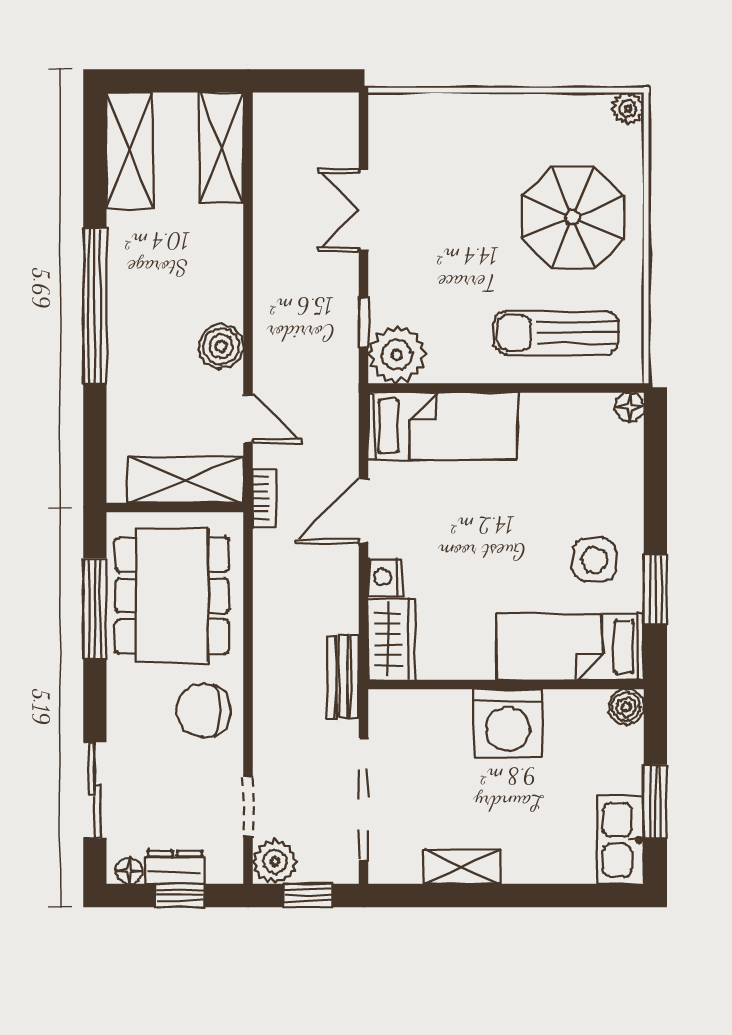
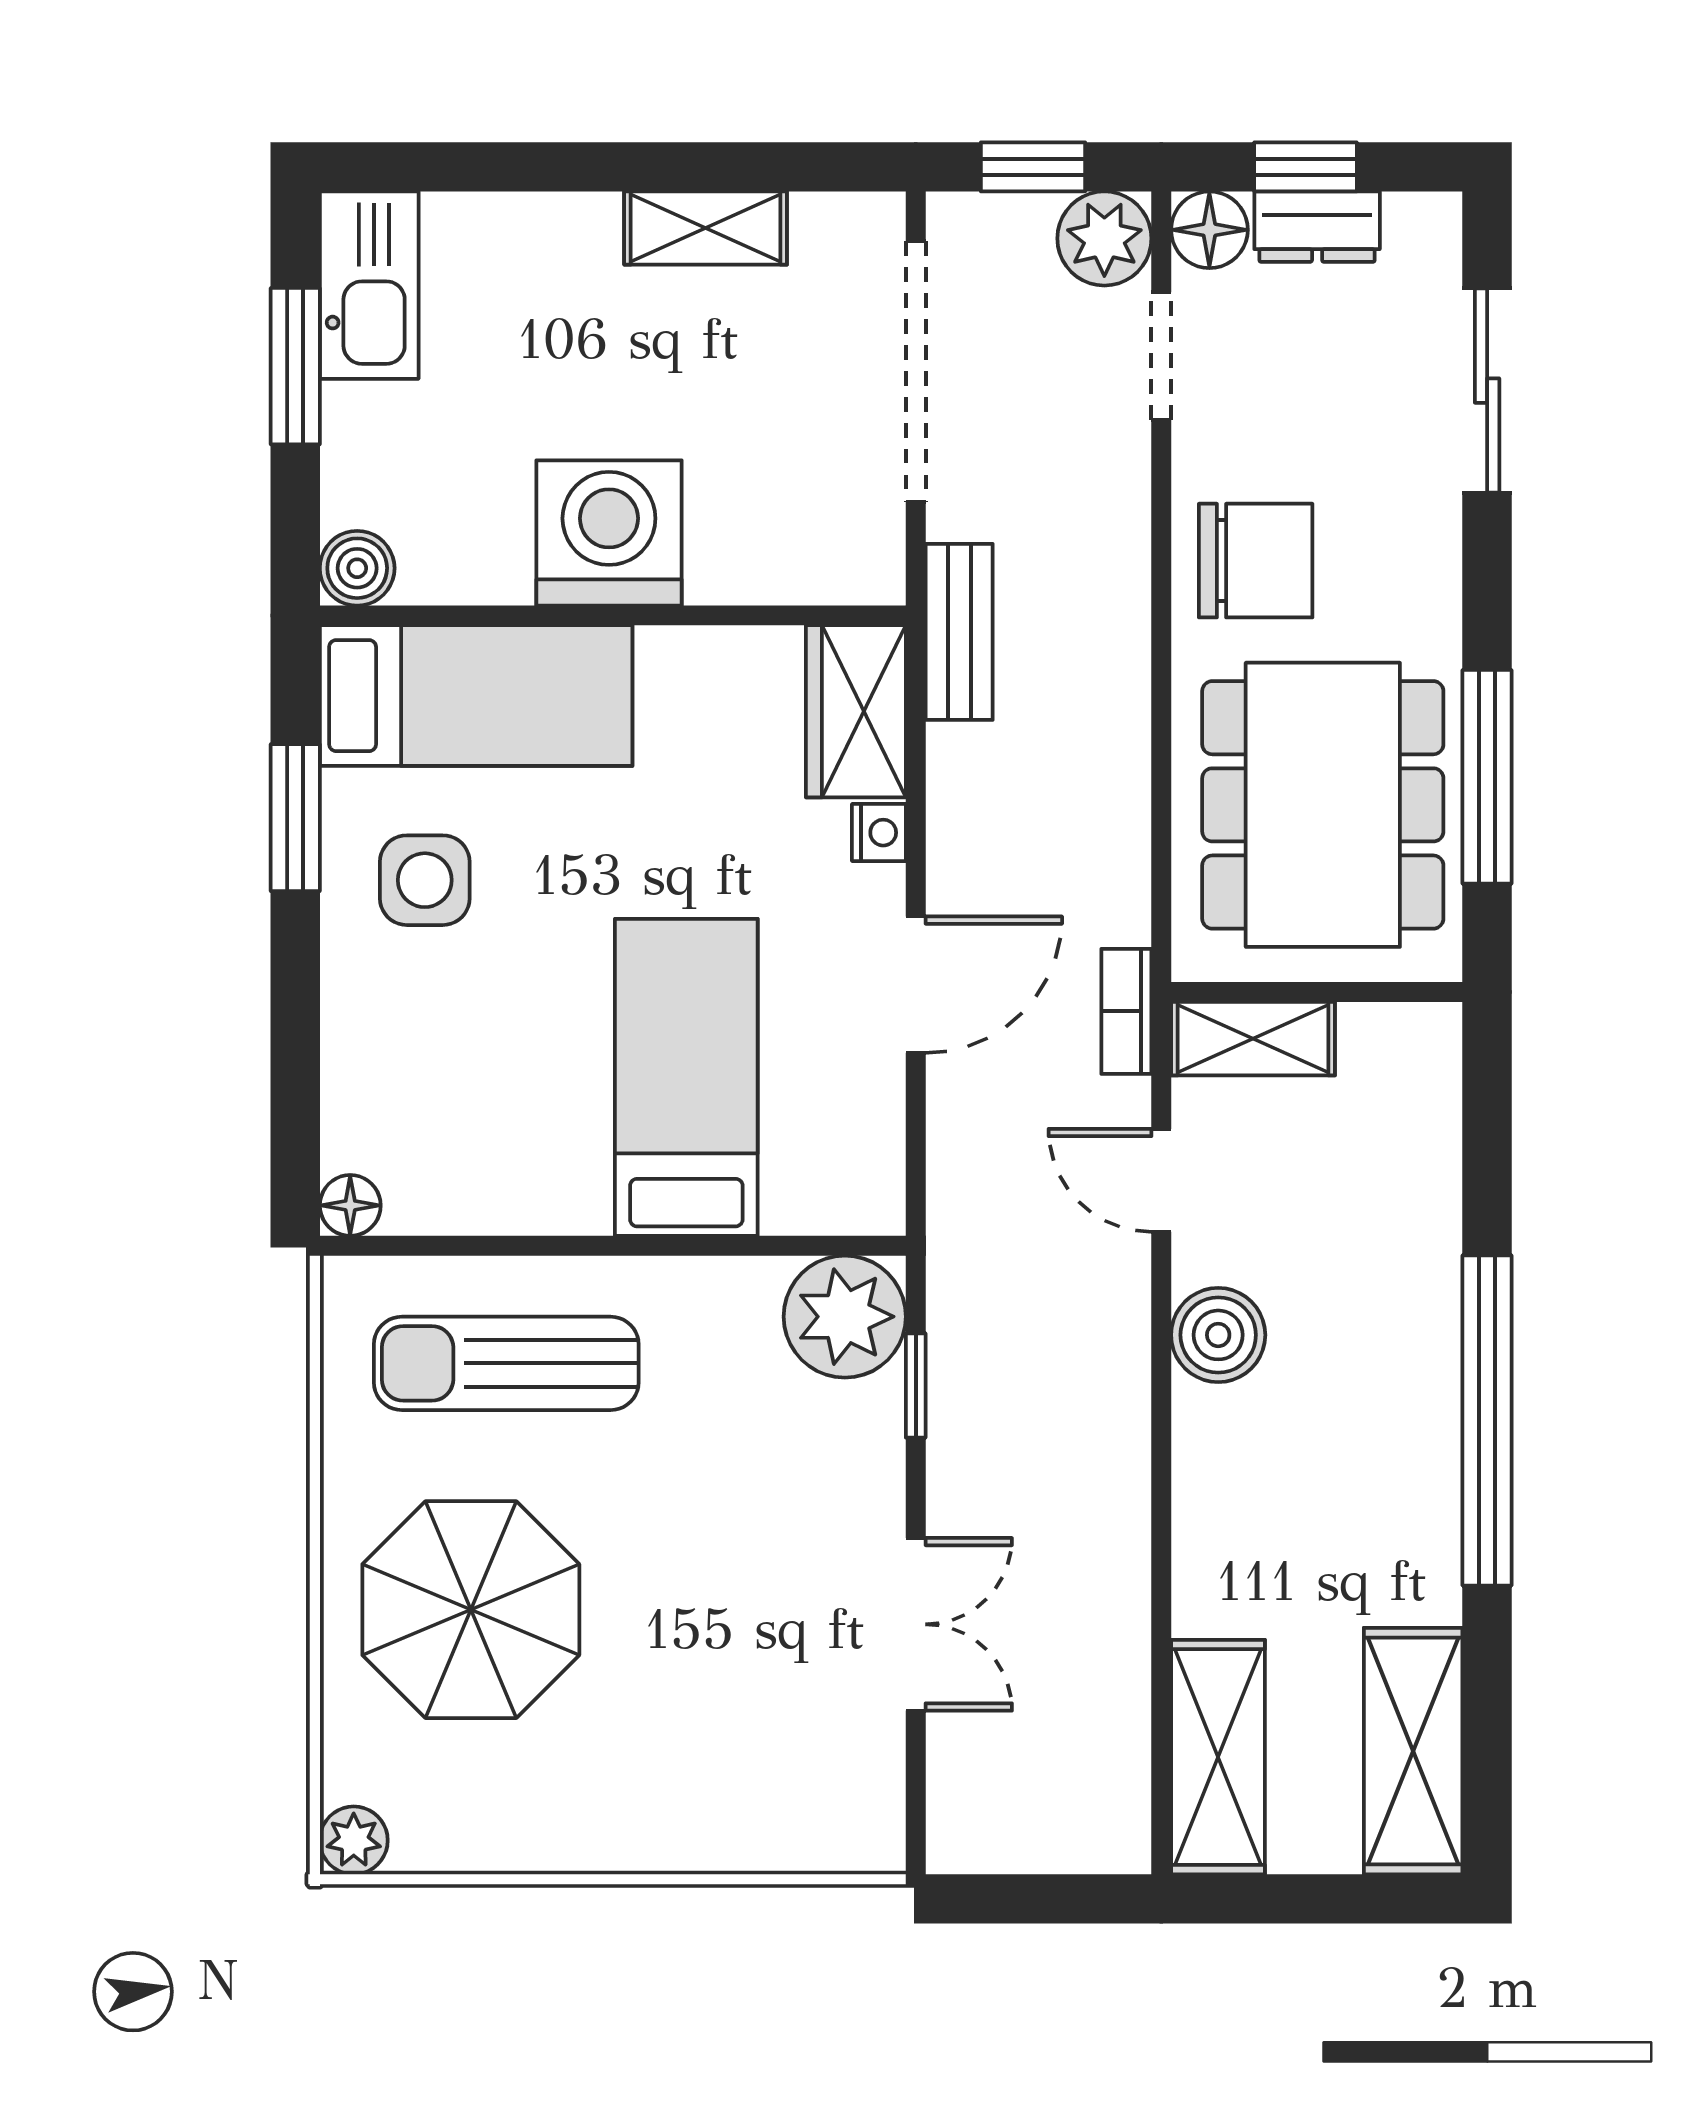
sun lounger: (556, 333) -> (506, 1363), turned 180
bed: (443, 426) -> (686, 1077), moved, turned 90
shelving: (186, 480) -> (1253, 1039), width x0.67, depth x0.75
nightstand: (385, 577) -> (879, 833), width x0.72, depth x0.74
floor lamp: (129, 871) -> (1209, 230), moved, width x1.37, depth x1.37

